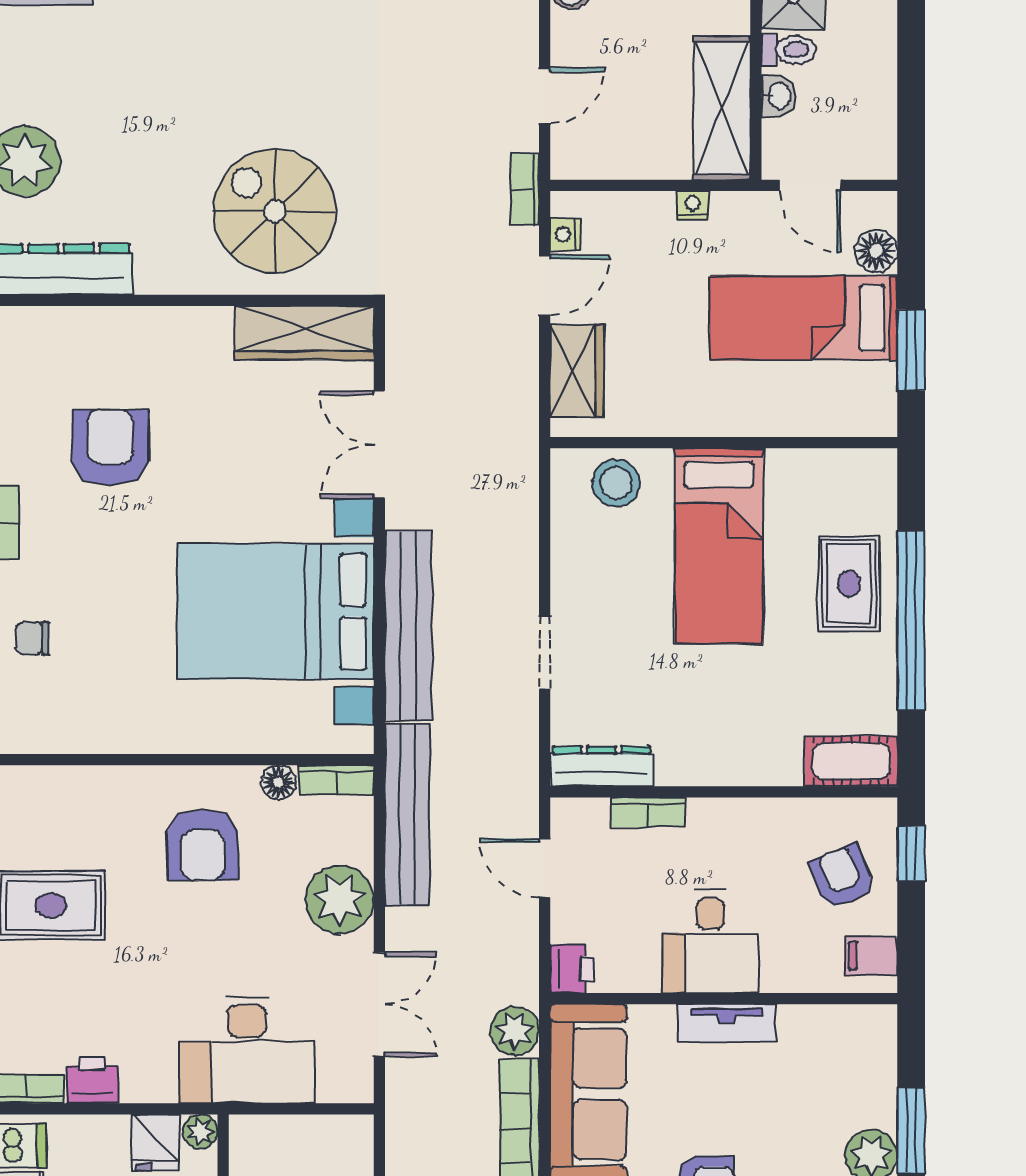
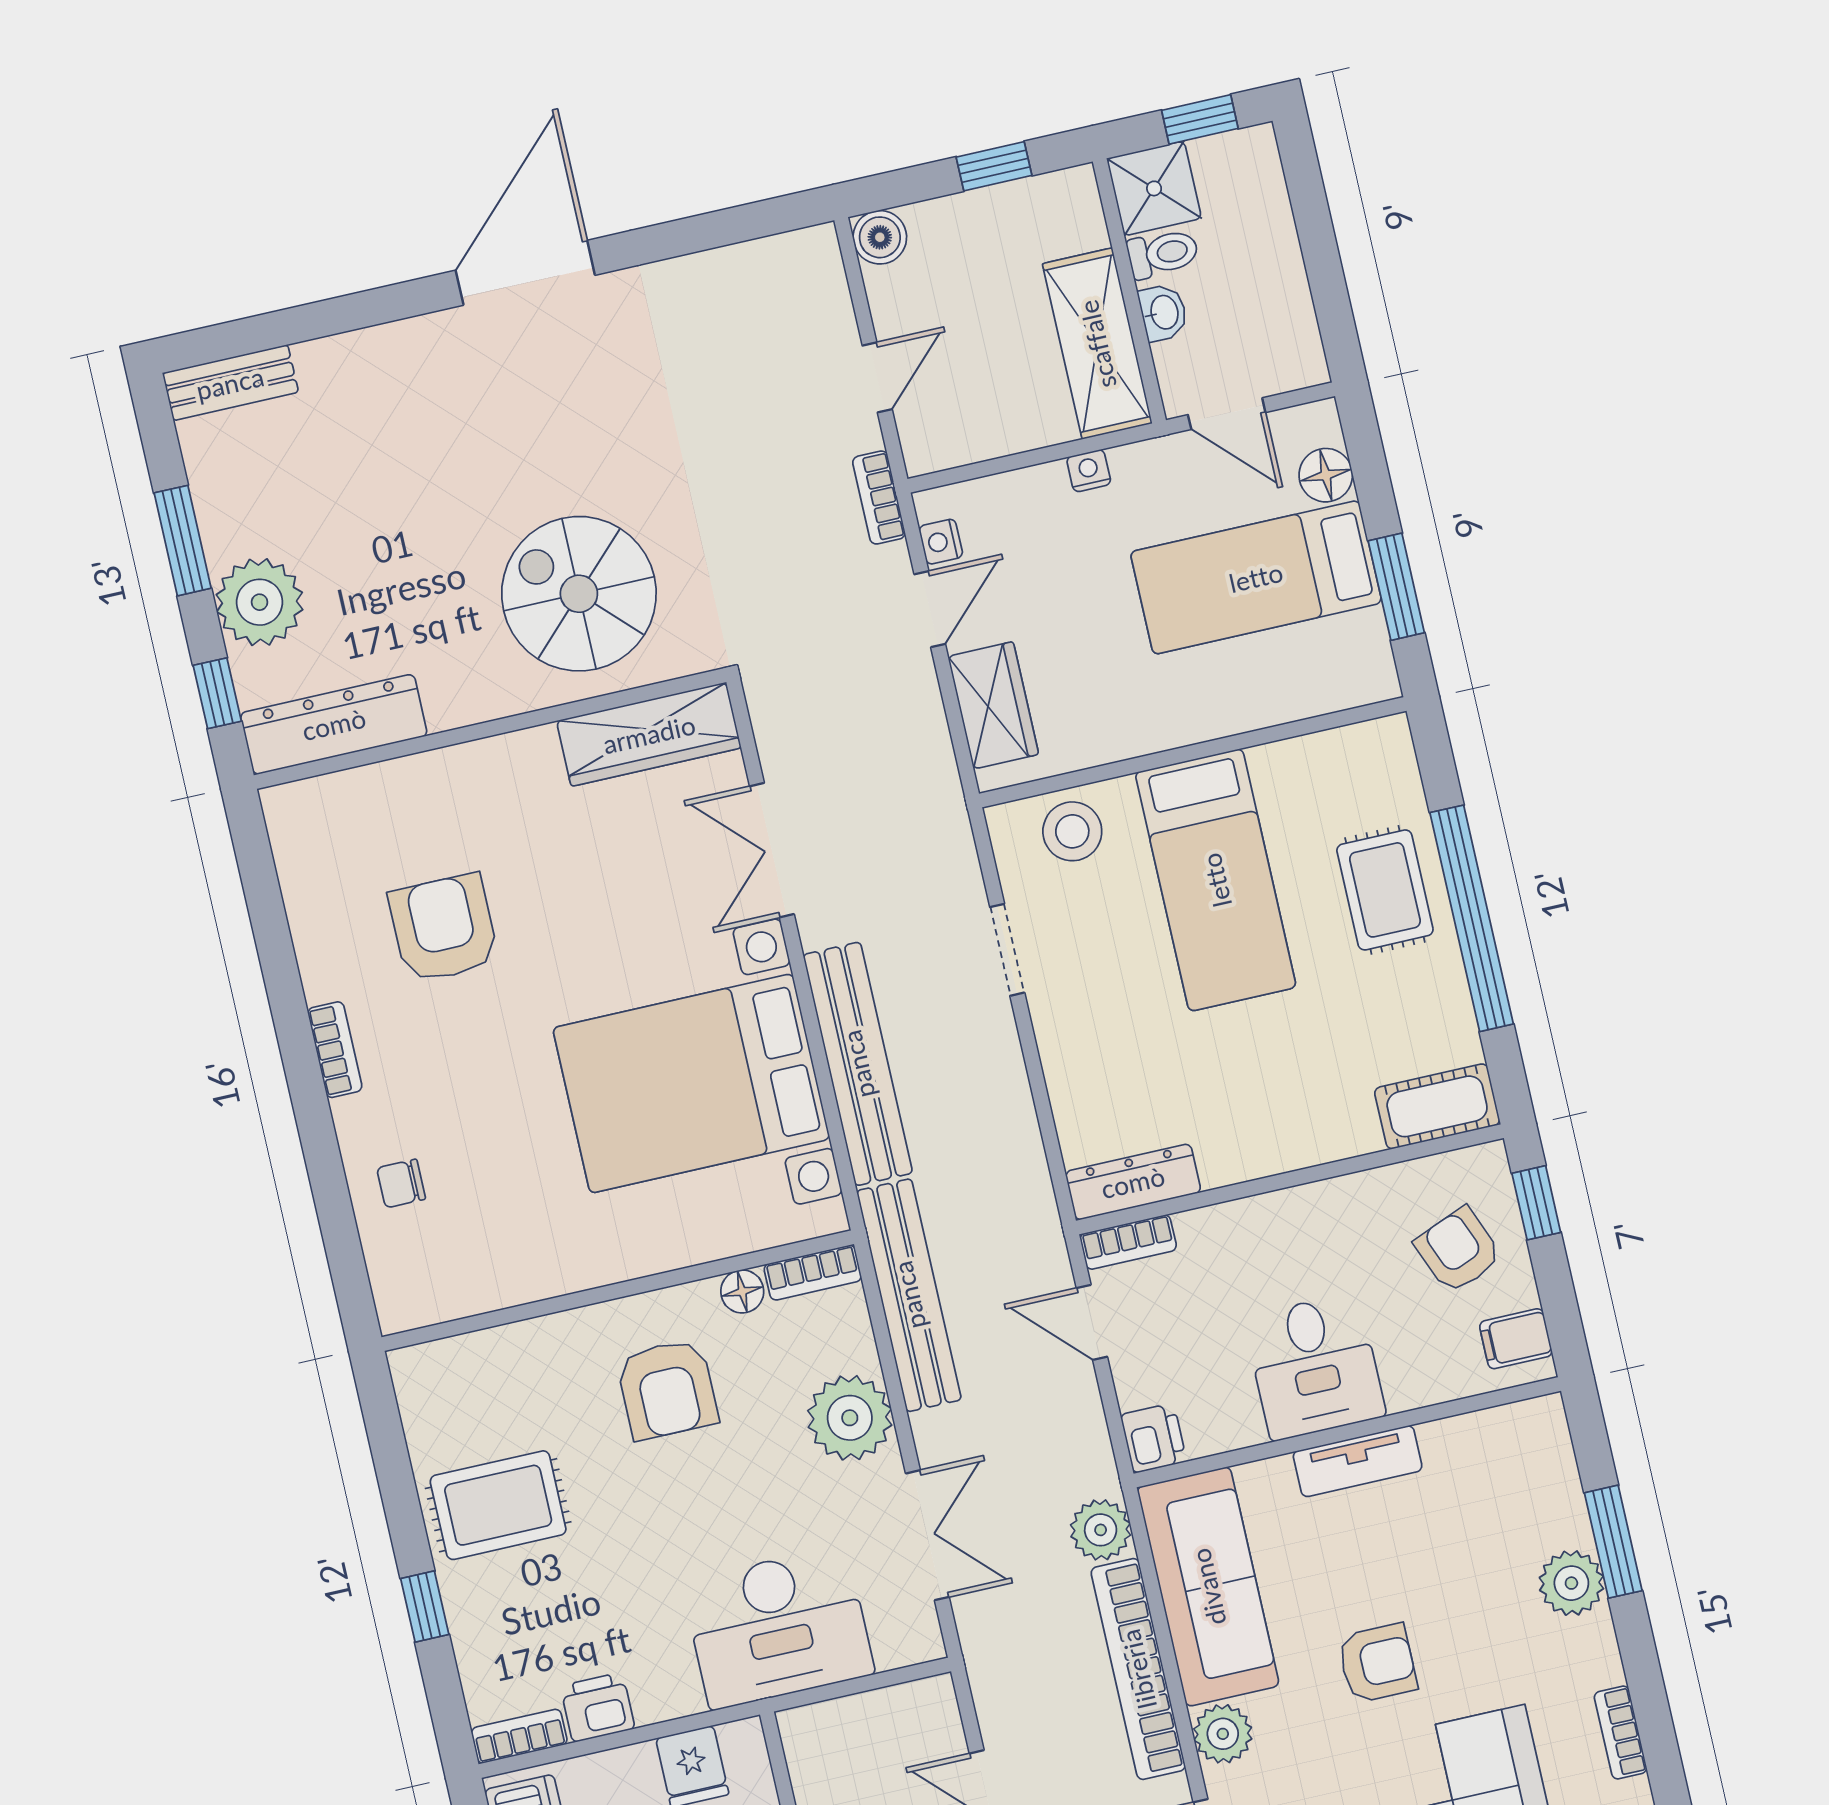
doorway: (545, 653) -> (1007, 950), moved
bookcase: (648, 812) -> (1128, 1242), moved
plant: (200, 1132) -> (744, 1740), removed

